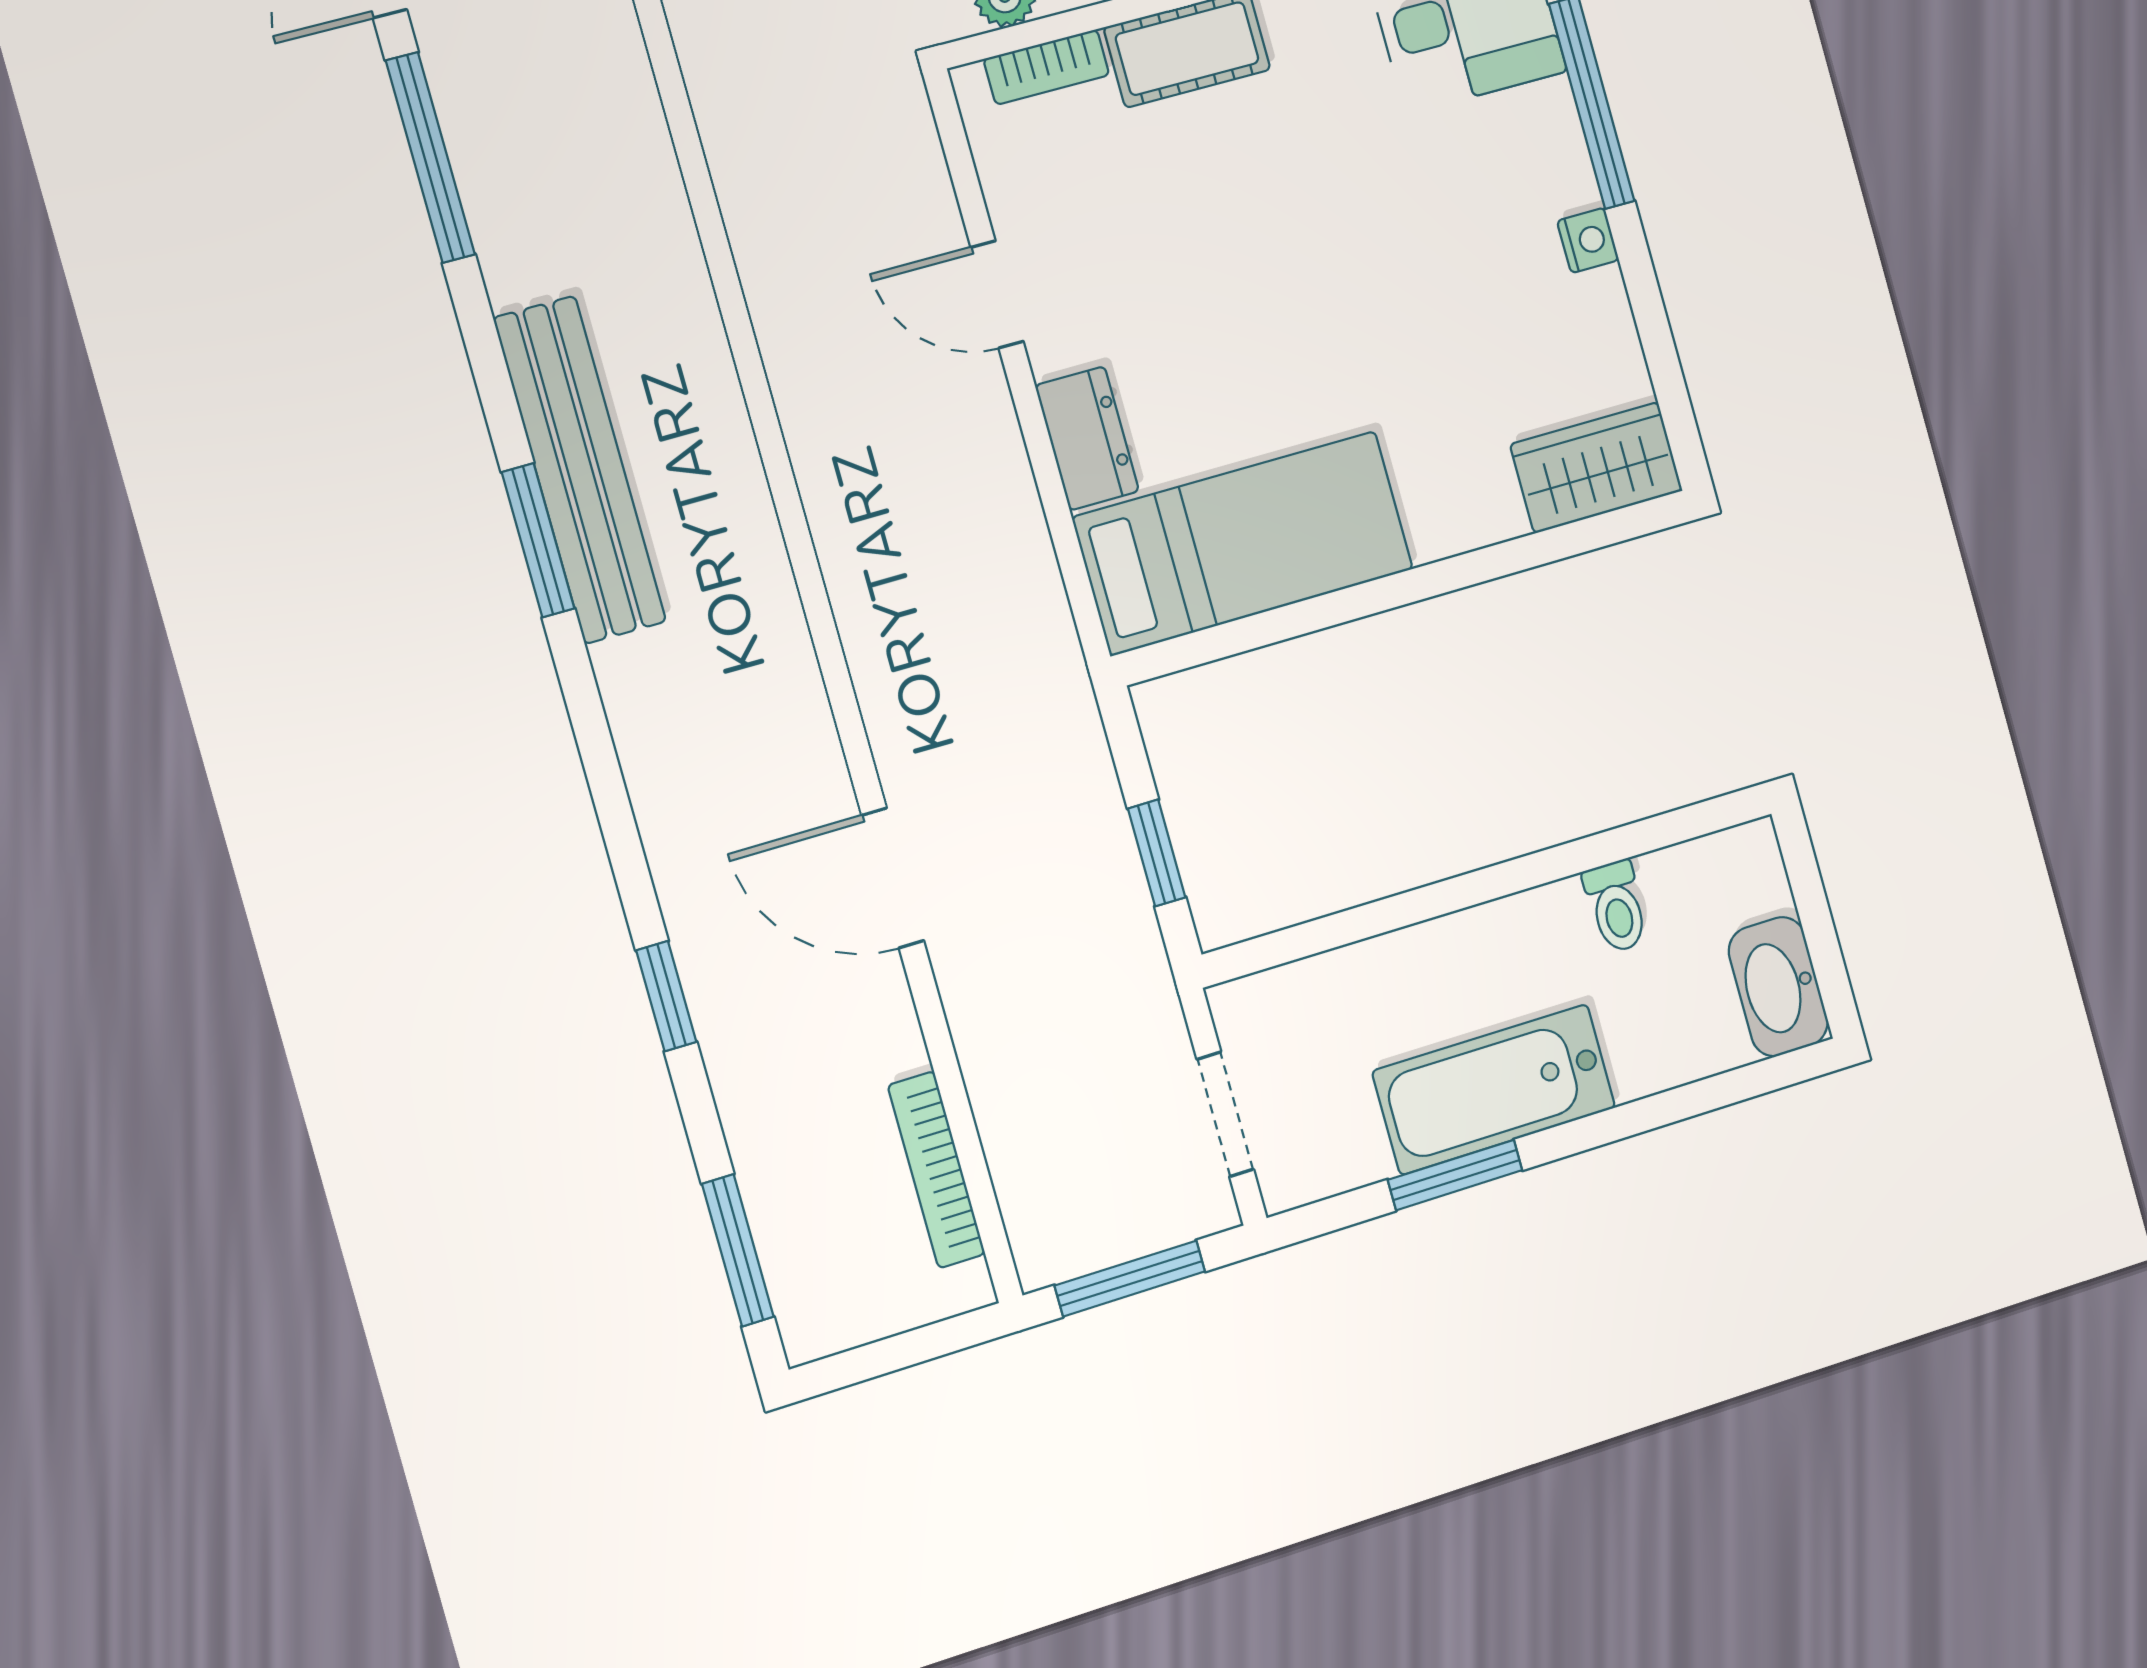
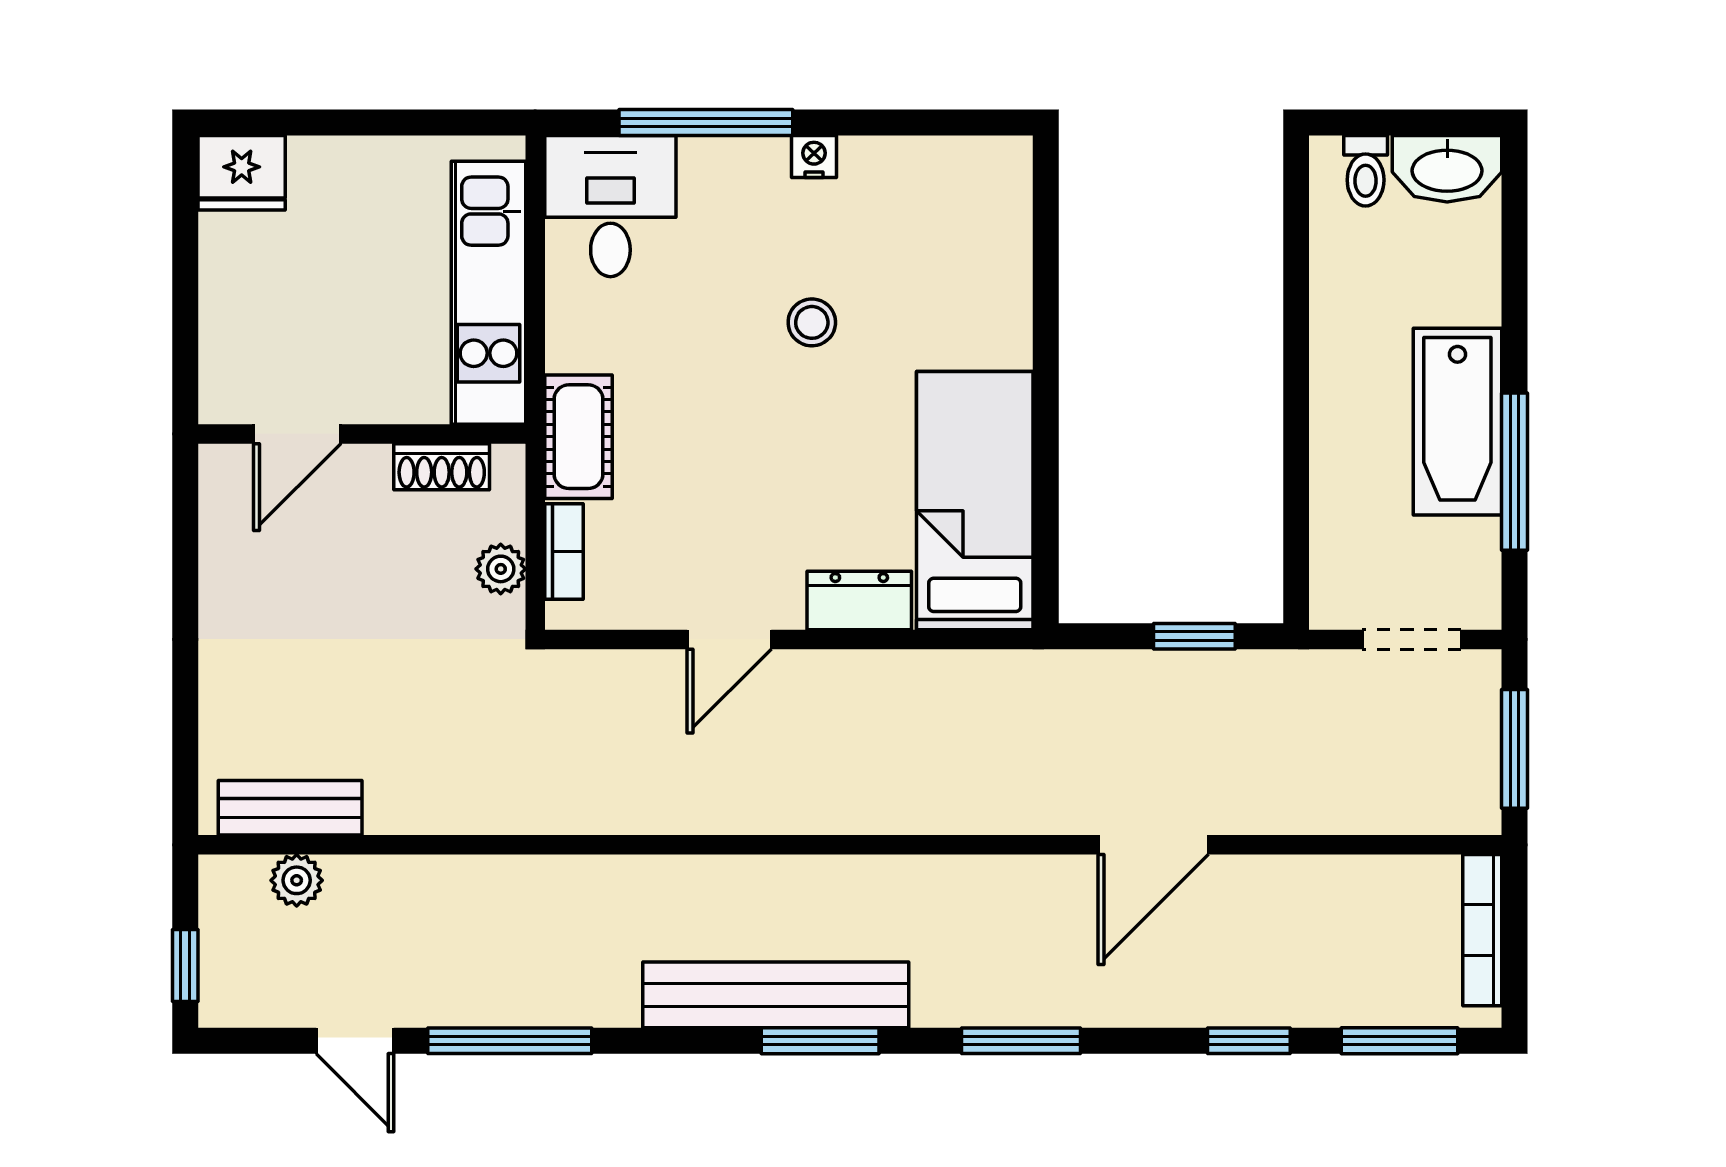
stool: (1397, 291) -> (812, 322), added
wardrobe: (1596, 468) -> (995, 201), removed
window: (607, 787) -> (1021, 1041), added
toilet: (1616, 906) -> (1366, 171), moved, turned 90
window: (666, 996) -> (1249, 1041), moved
bookcase: (936, 1170) -> (1482, 930), moved, turned 90
window: (1455, 1175) -> (1514, 472), width x1.44

